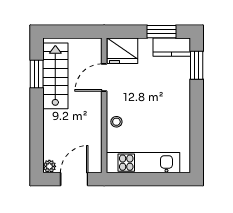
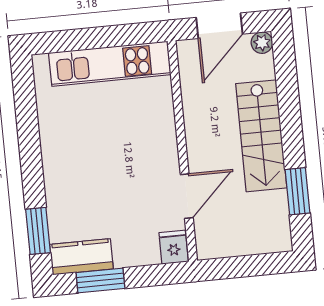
fridge: (122, 51) -> (174, 247), width x0.53, depth x0.75
stairs: (55, 76) -> (261, 136), moved
stool: (116, 122) -> (160, 126), removed

